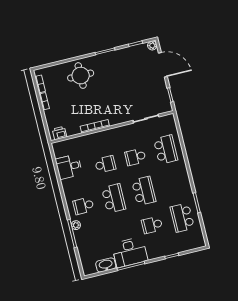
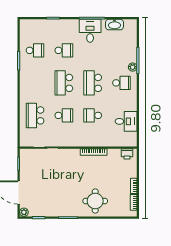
school desk: (182, 218) -> (35, 50), width x0.54
desk: (130, 252) -> (90, 31), width x0.73

